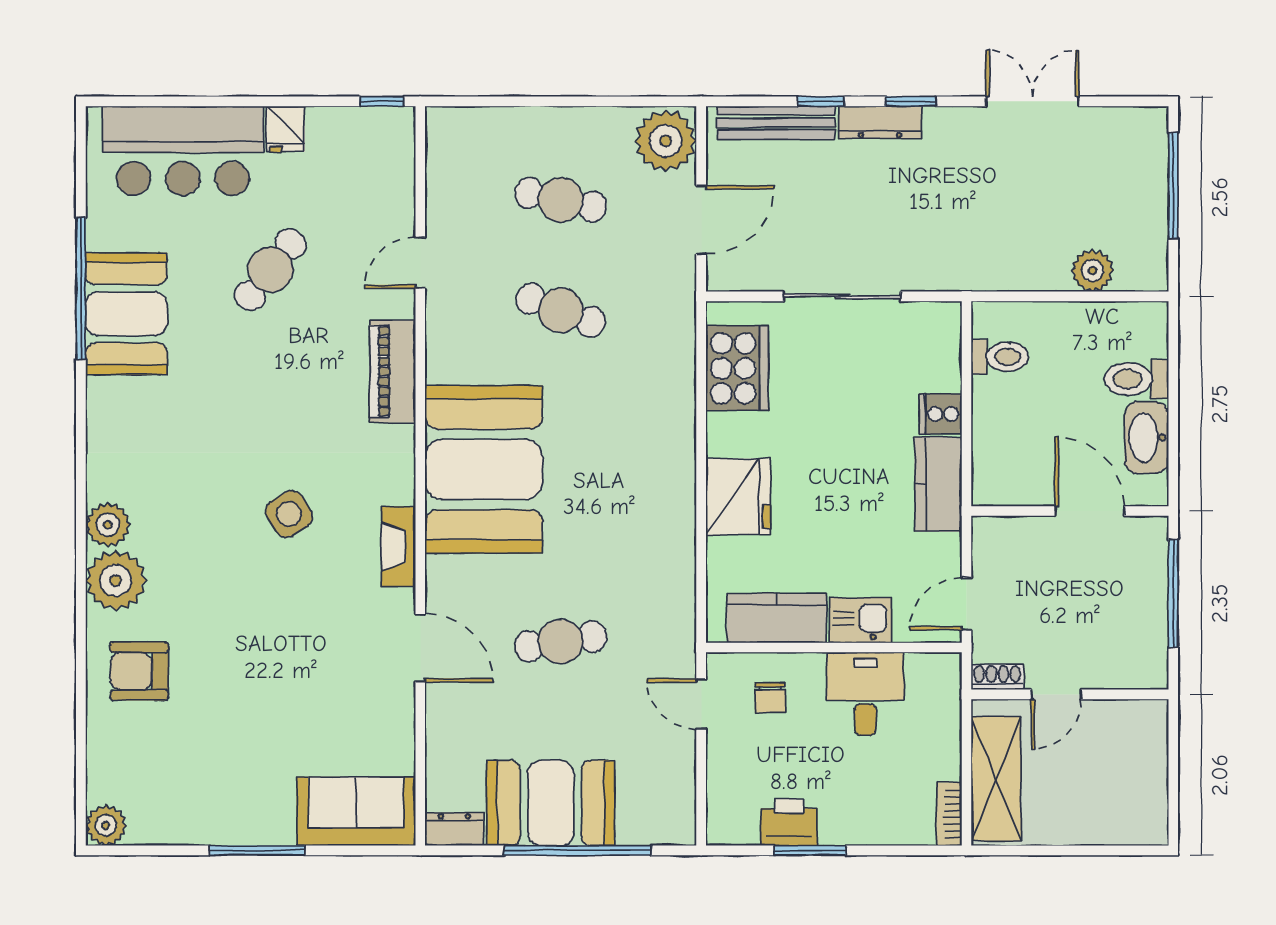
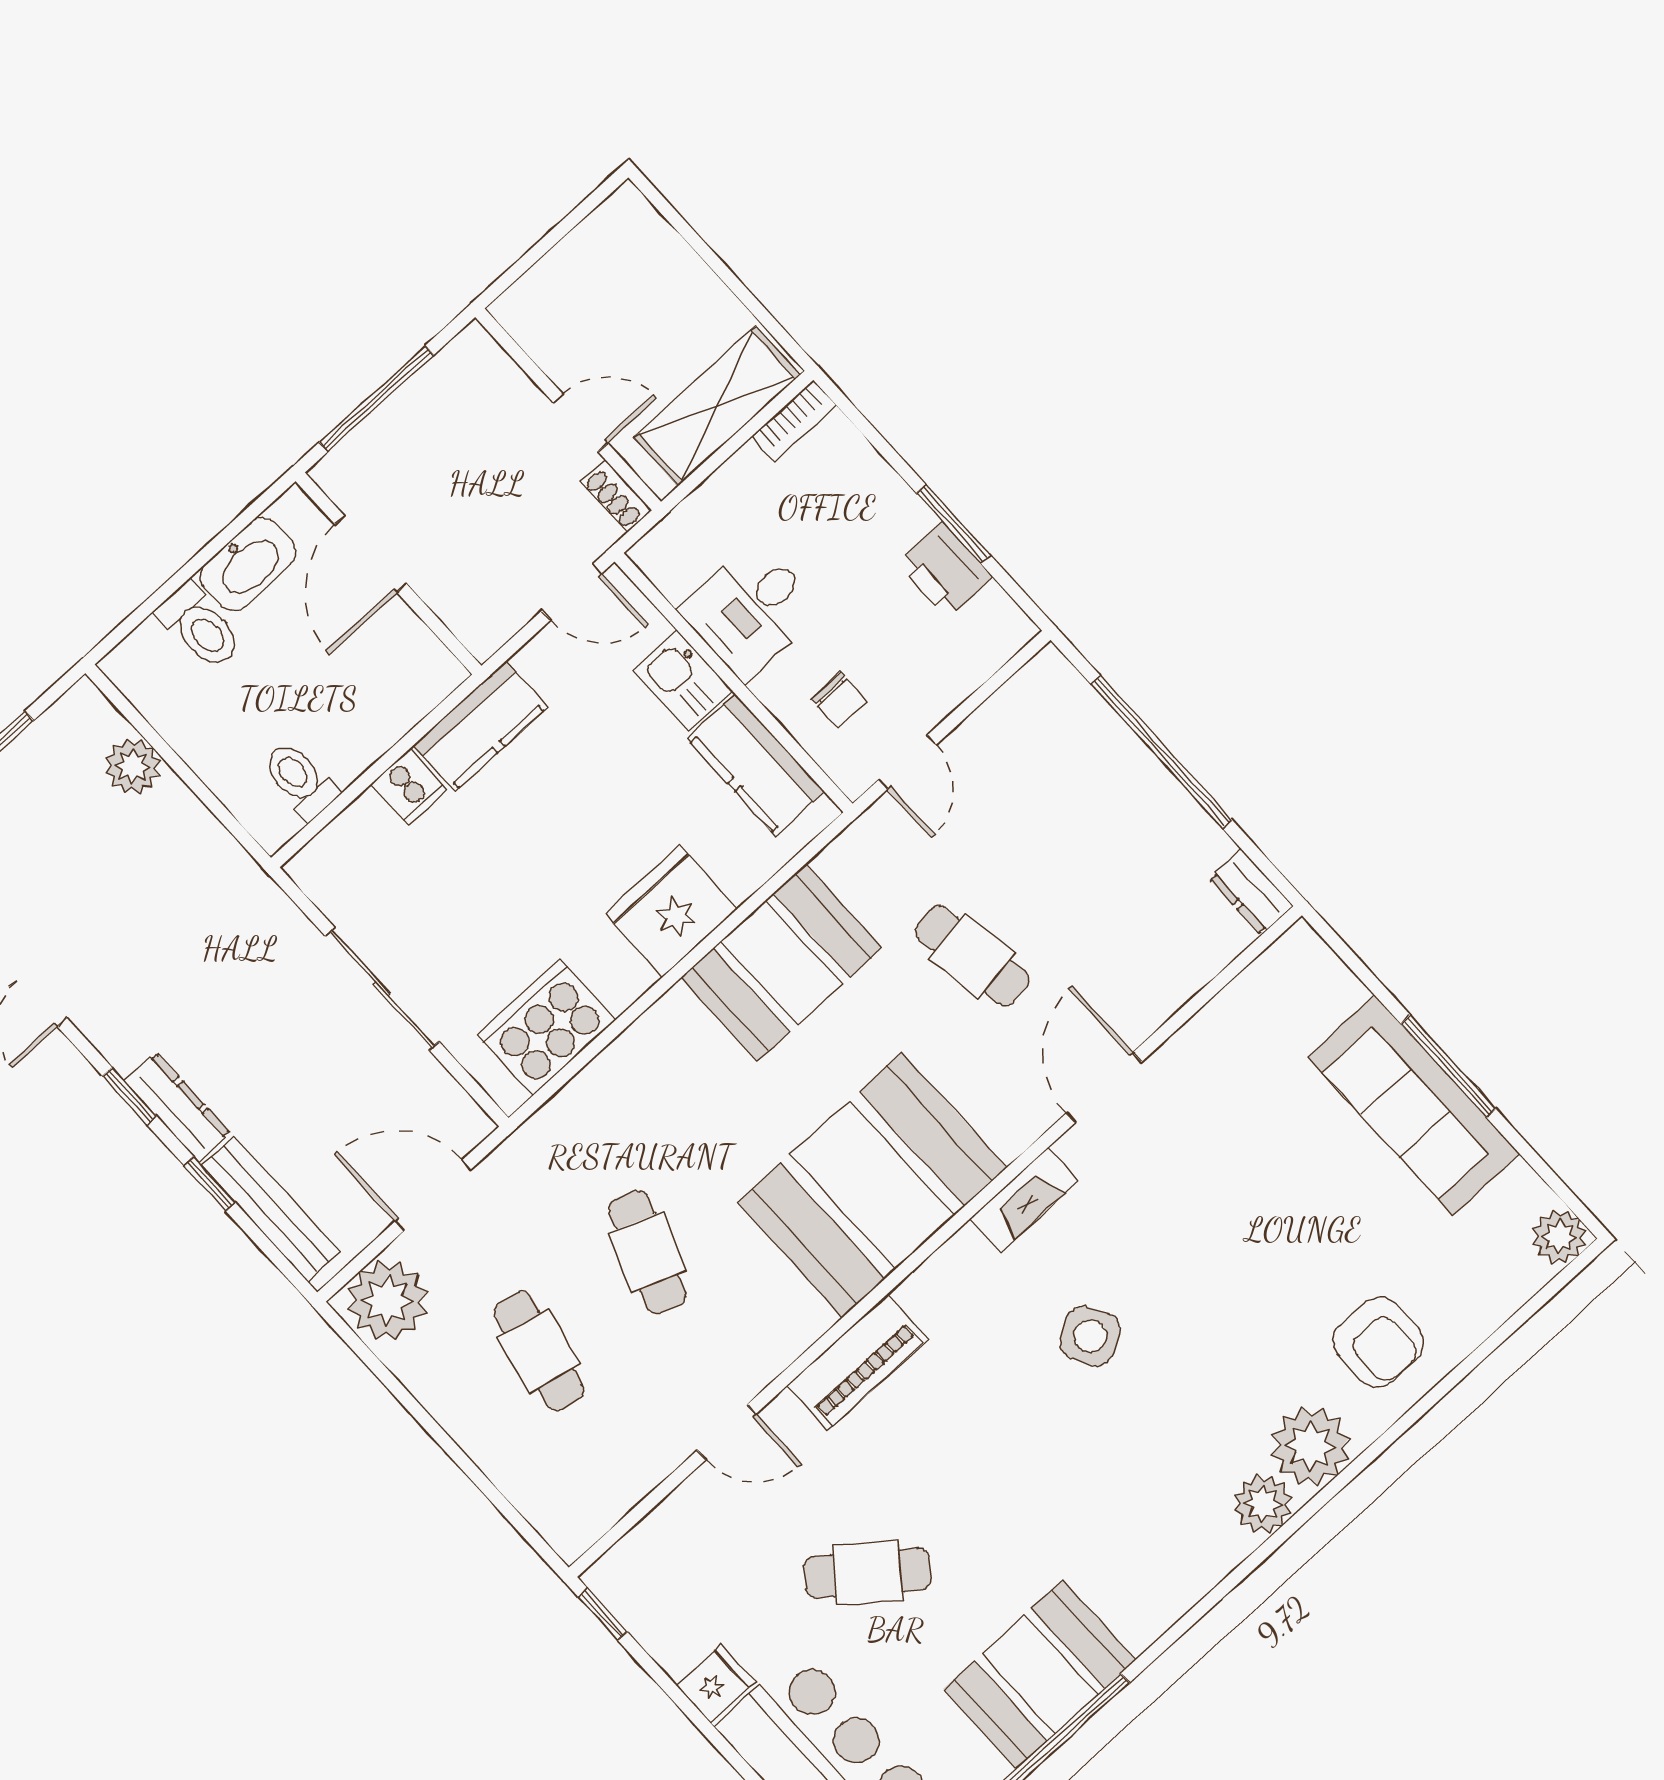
chair: (770, 698) -> (840, 700), turned 90
booth: (551, 803) -> (781, 963), moved, turned 90
sofa: (356, 811) -> (1414, 1105), moved, width x1.36

